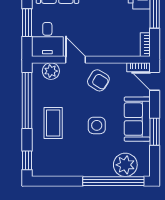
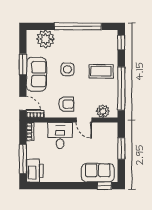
desk: (47, 39) -> (60, 136), moved
armchair: (98, 80) -> (66, 104), turned 148
coffee table: (53, 123) -> (101, 71), turned 90
window: (113, 181) -> (78, 26), moved

